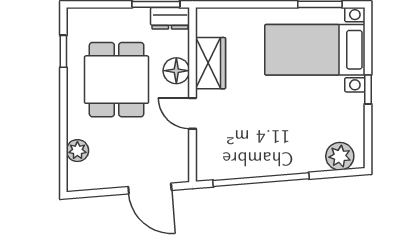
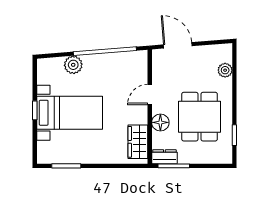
bed with nightstands: (315, 50) -> (70, 113), moved
wardrobe: (210, 63) -> (138, 142), moved
door: (192, 113) -> (150, 95), swing flipped
plant: (340, 156) -> (73, 65), moved

